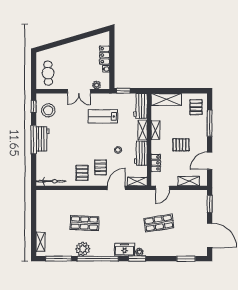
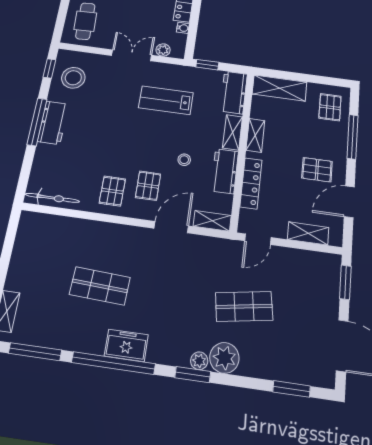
double door: (79, 91) -> (132, 55), swing flipped
pallet: (181, 145) -> (317, 170), moved
locker: (156, 163) -> (251, 183), width x1.53
plant: (83, 249) -> (224, 358), moved
freezer: (125, 250) -> (126, 345), moved

